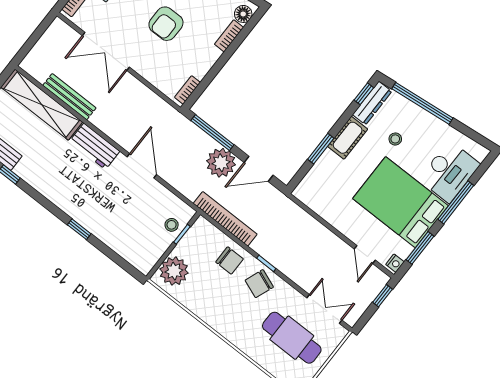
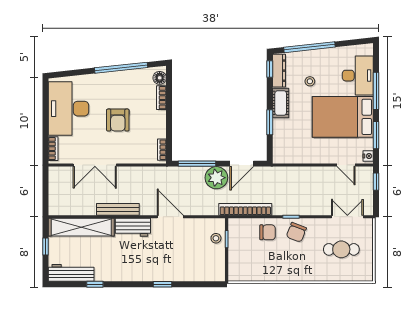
bench: (69, 97) -> (118, 209), moved
plant: (174, 271) -> (239, 265), removed
cafe table: (292, 338) -> (341, 249), width x0.73, depth x0.74

